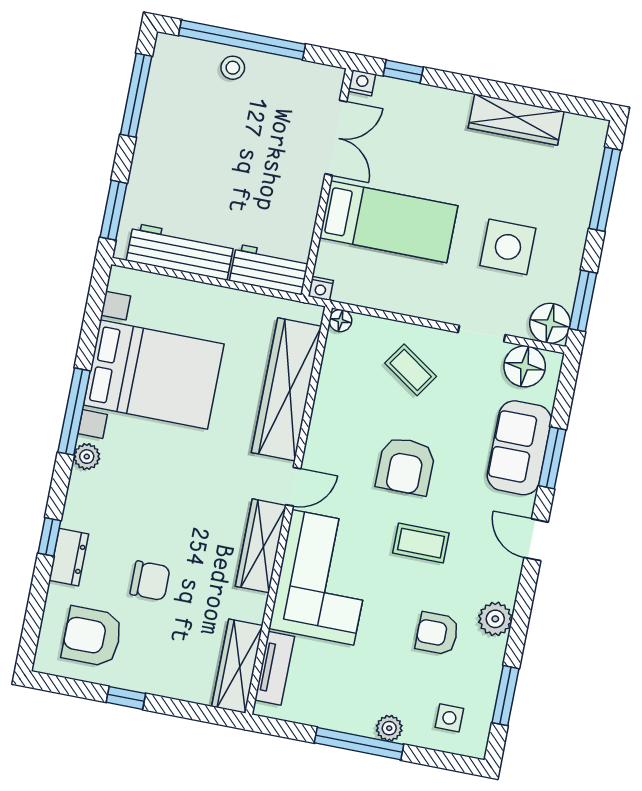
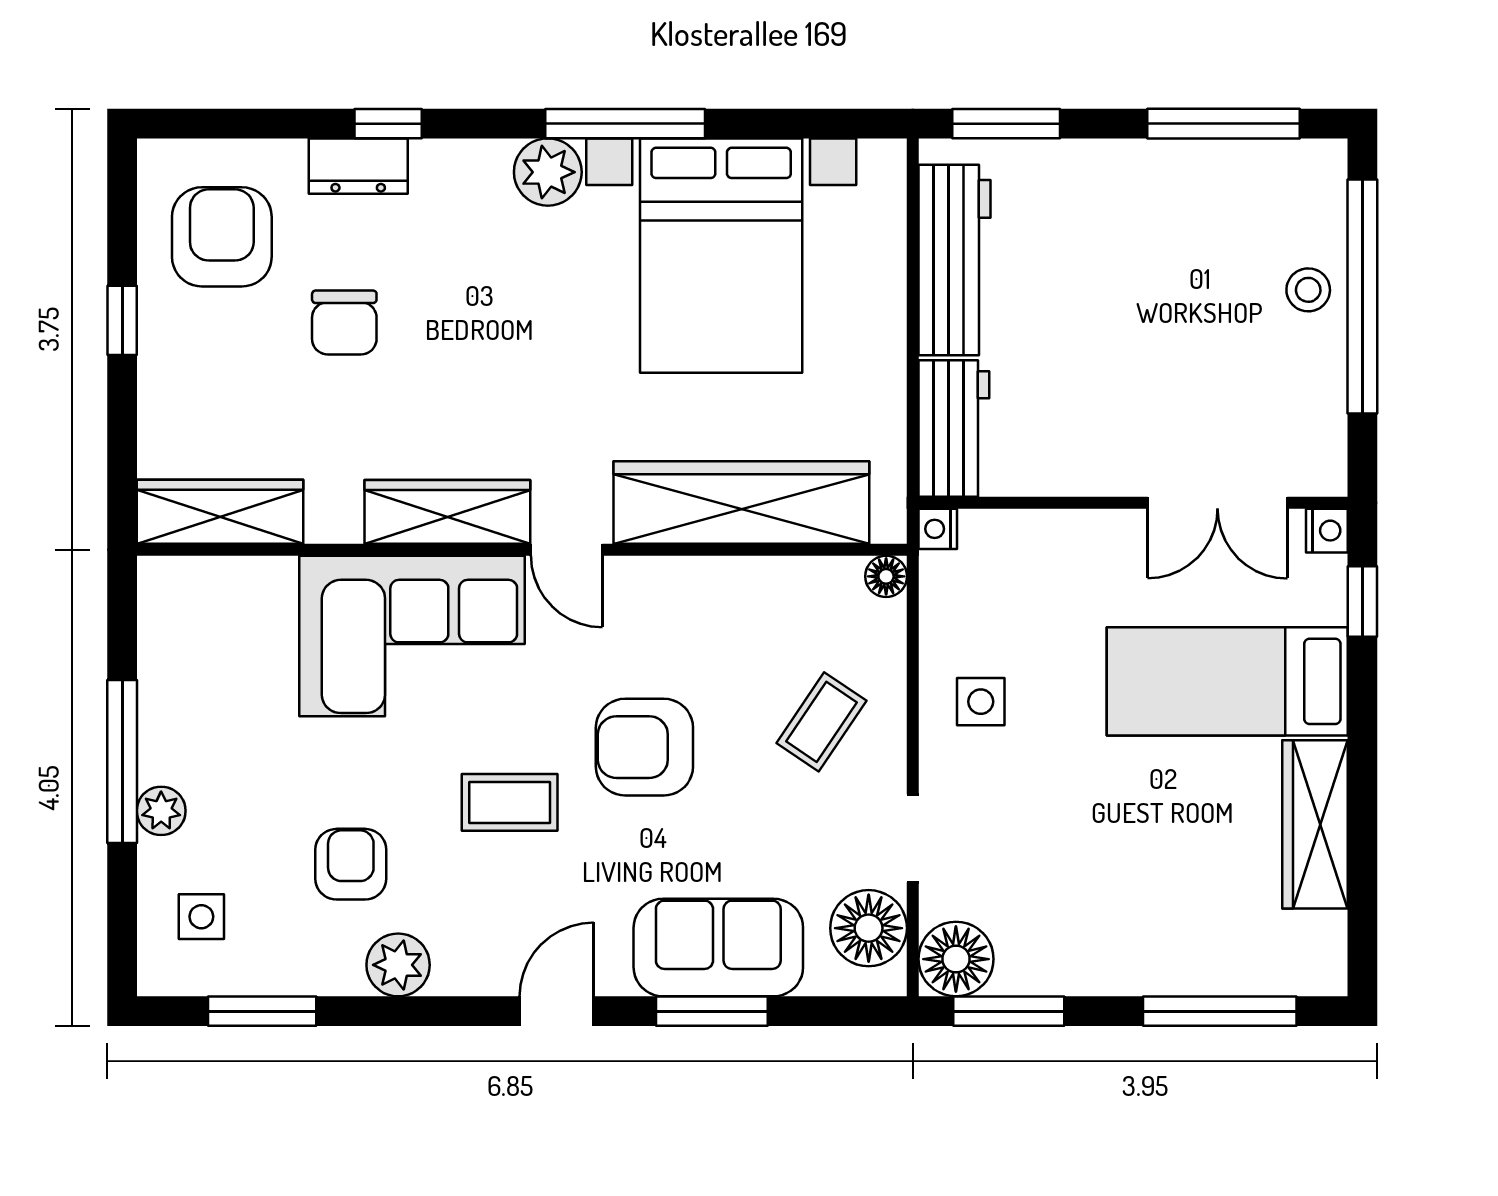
bed: (389, 222) -> (1227, 681), moved, turned 90
side table: (508, 247) -> (981, 702), moved, width x0.54, depth x0.54
plant: (87, 457) -> (548, 172), width x1.38, depth x1.38
coffee table: (421, 543) -> (510, 802), turned 90
tv unit: (275, 668) -> (229, 581), removed

